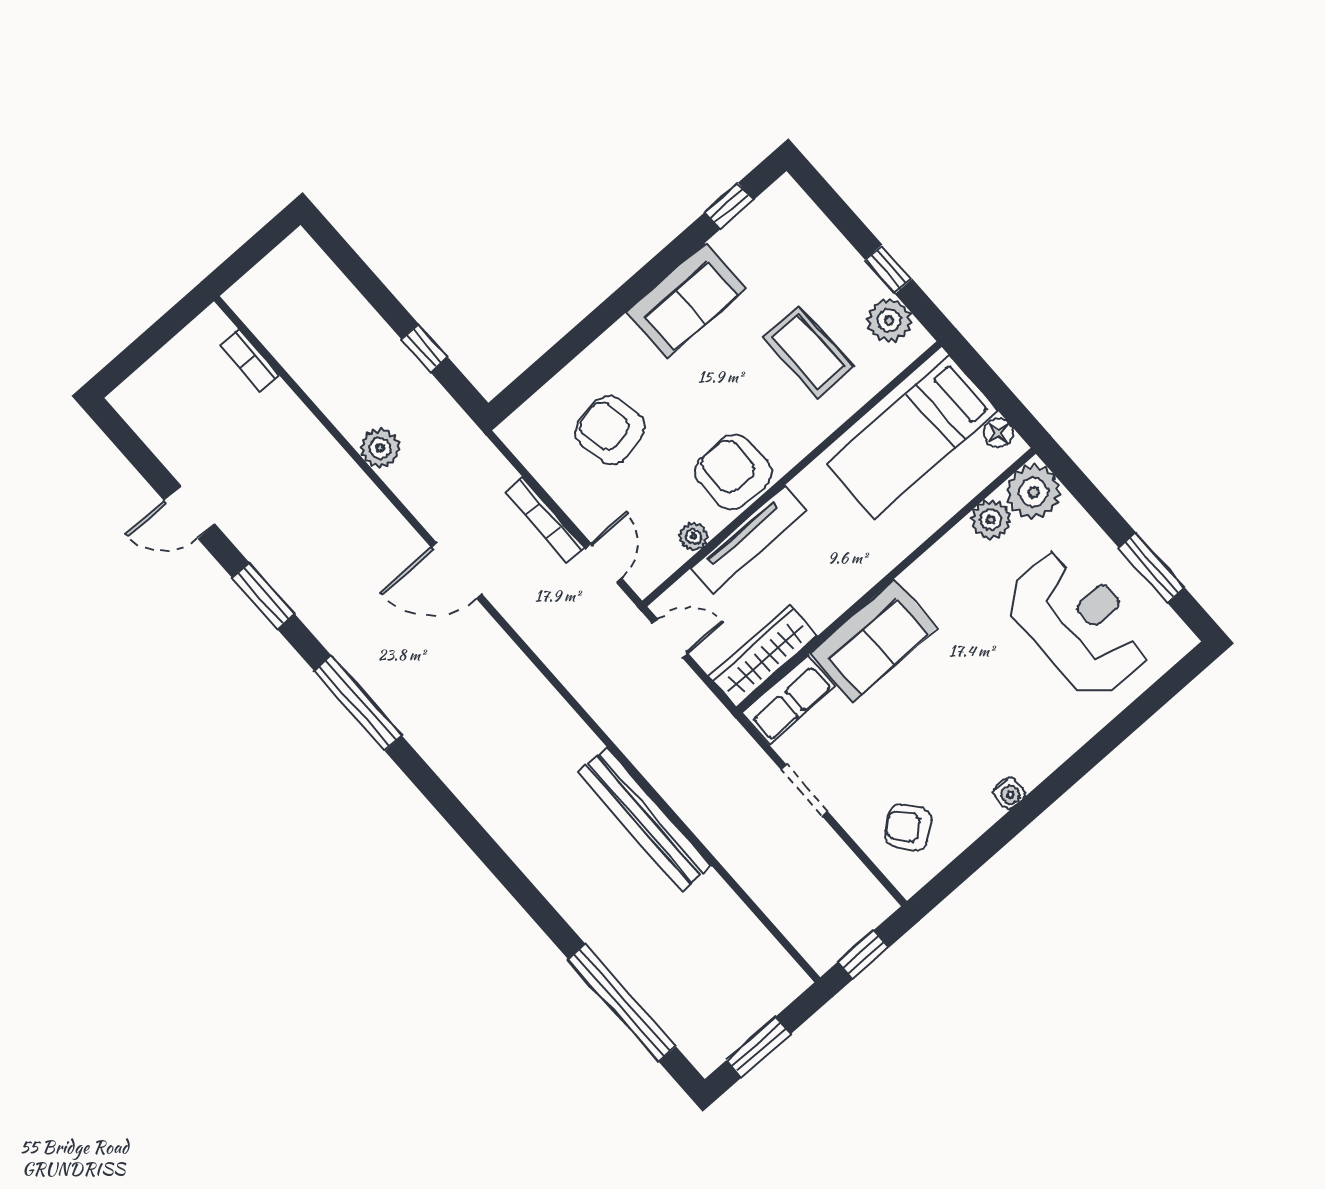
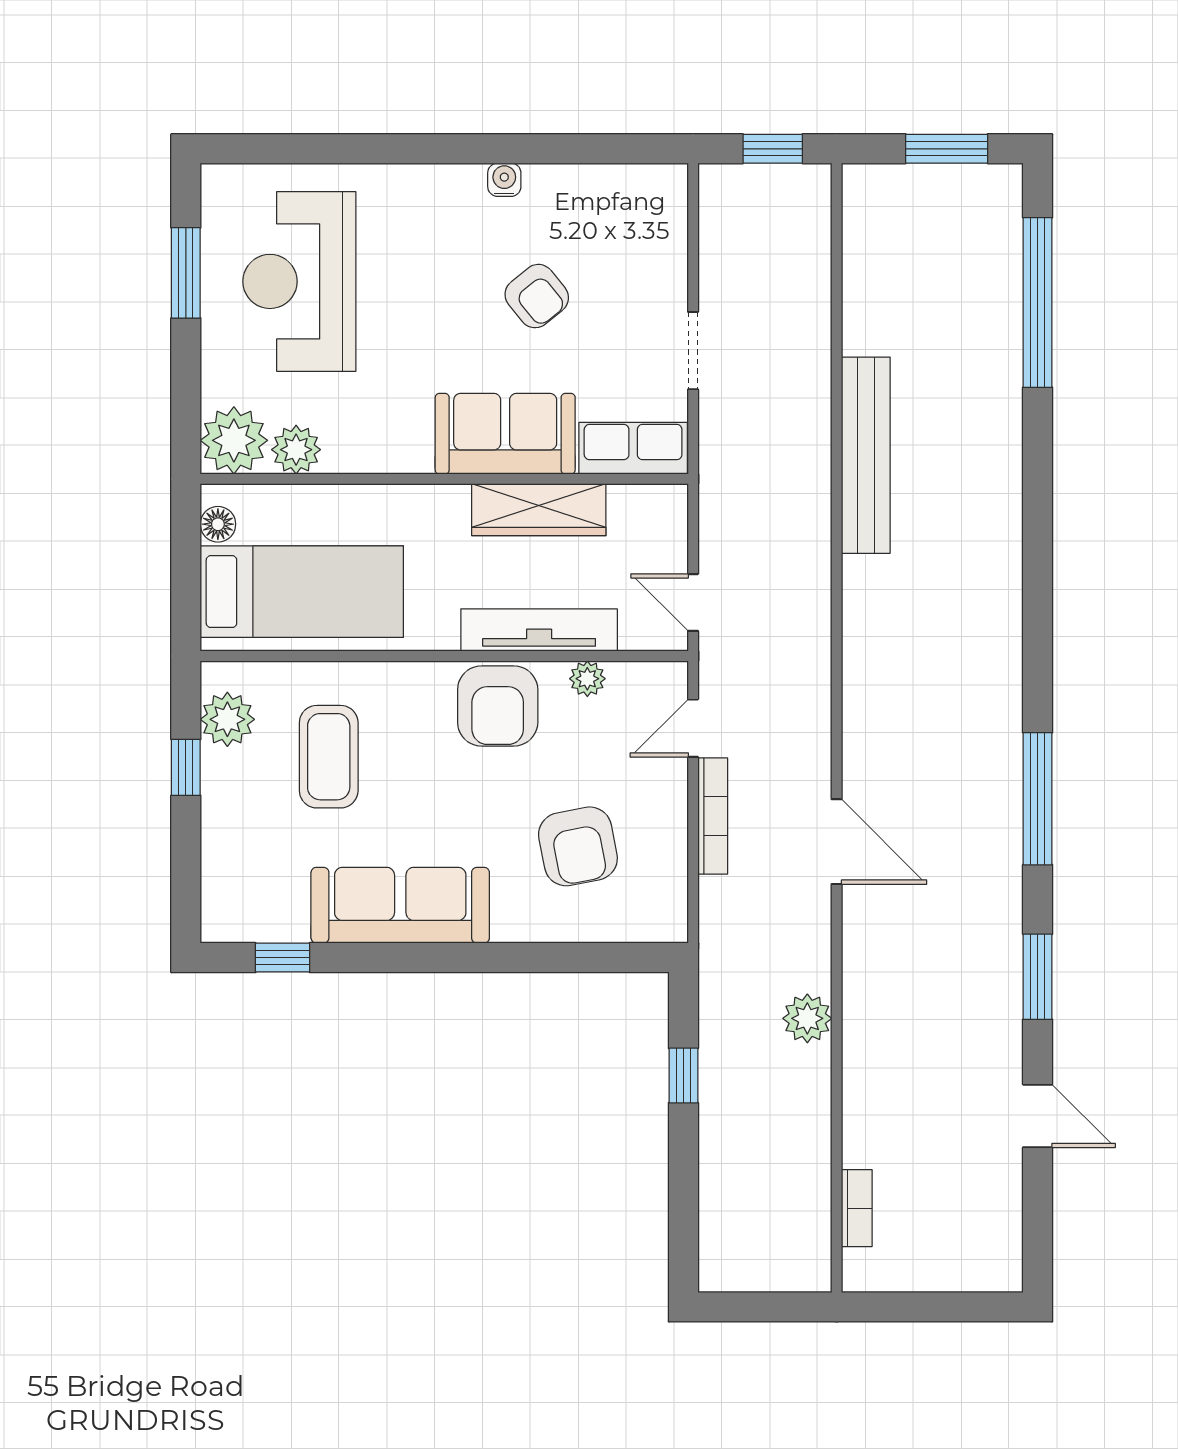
sofa: (686, 300) -> (400, 905), width x1.36
wardrobe: (763, 656) -> (539, 510), moved
armchair: (908, 827) -> (537, 296), moved

